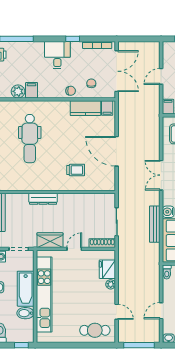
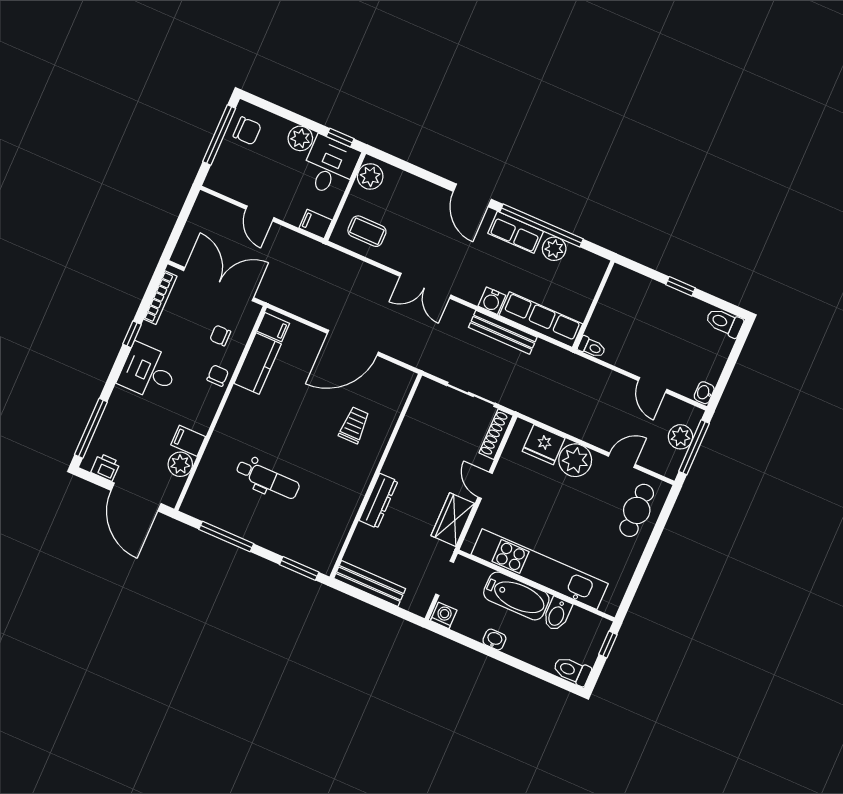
dental chair: (30, 139) -> (268, 479), width x0.73, depth x0.72
plant: (111, 284) -> (575, 460), width x1.87, depth x1.87
plant: (141, 336) -> (680, 437), added

